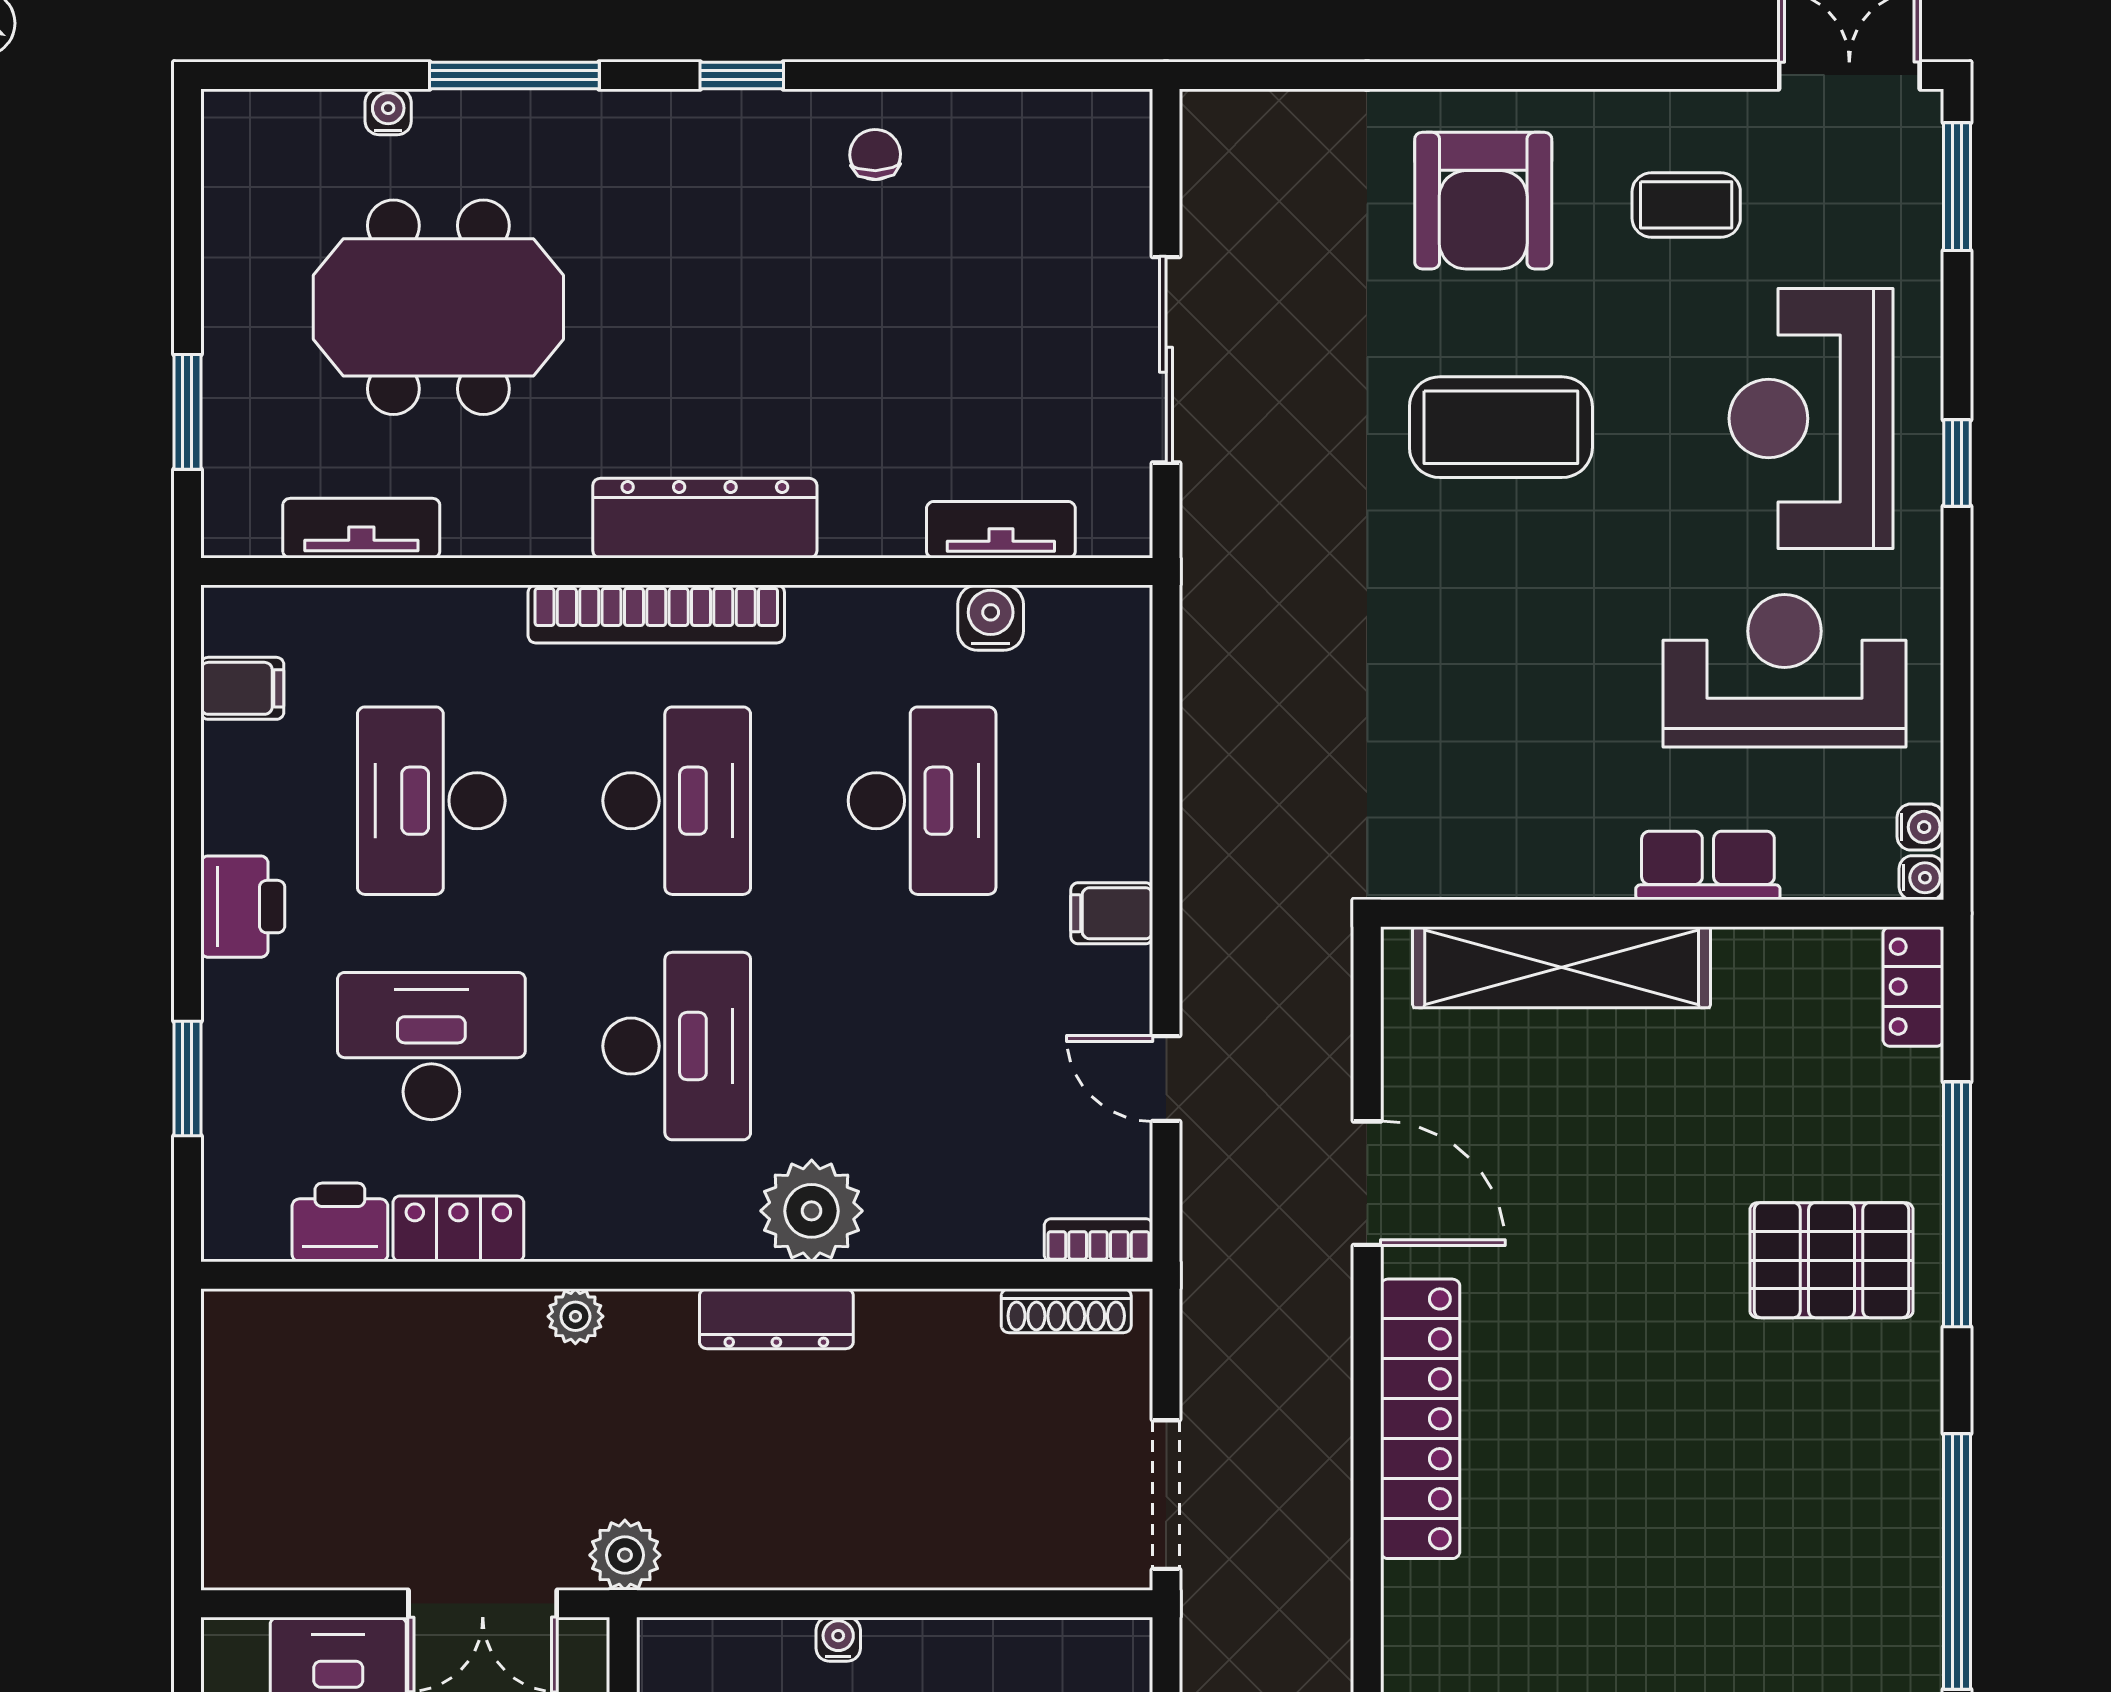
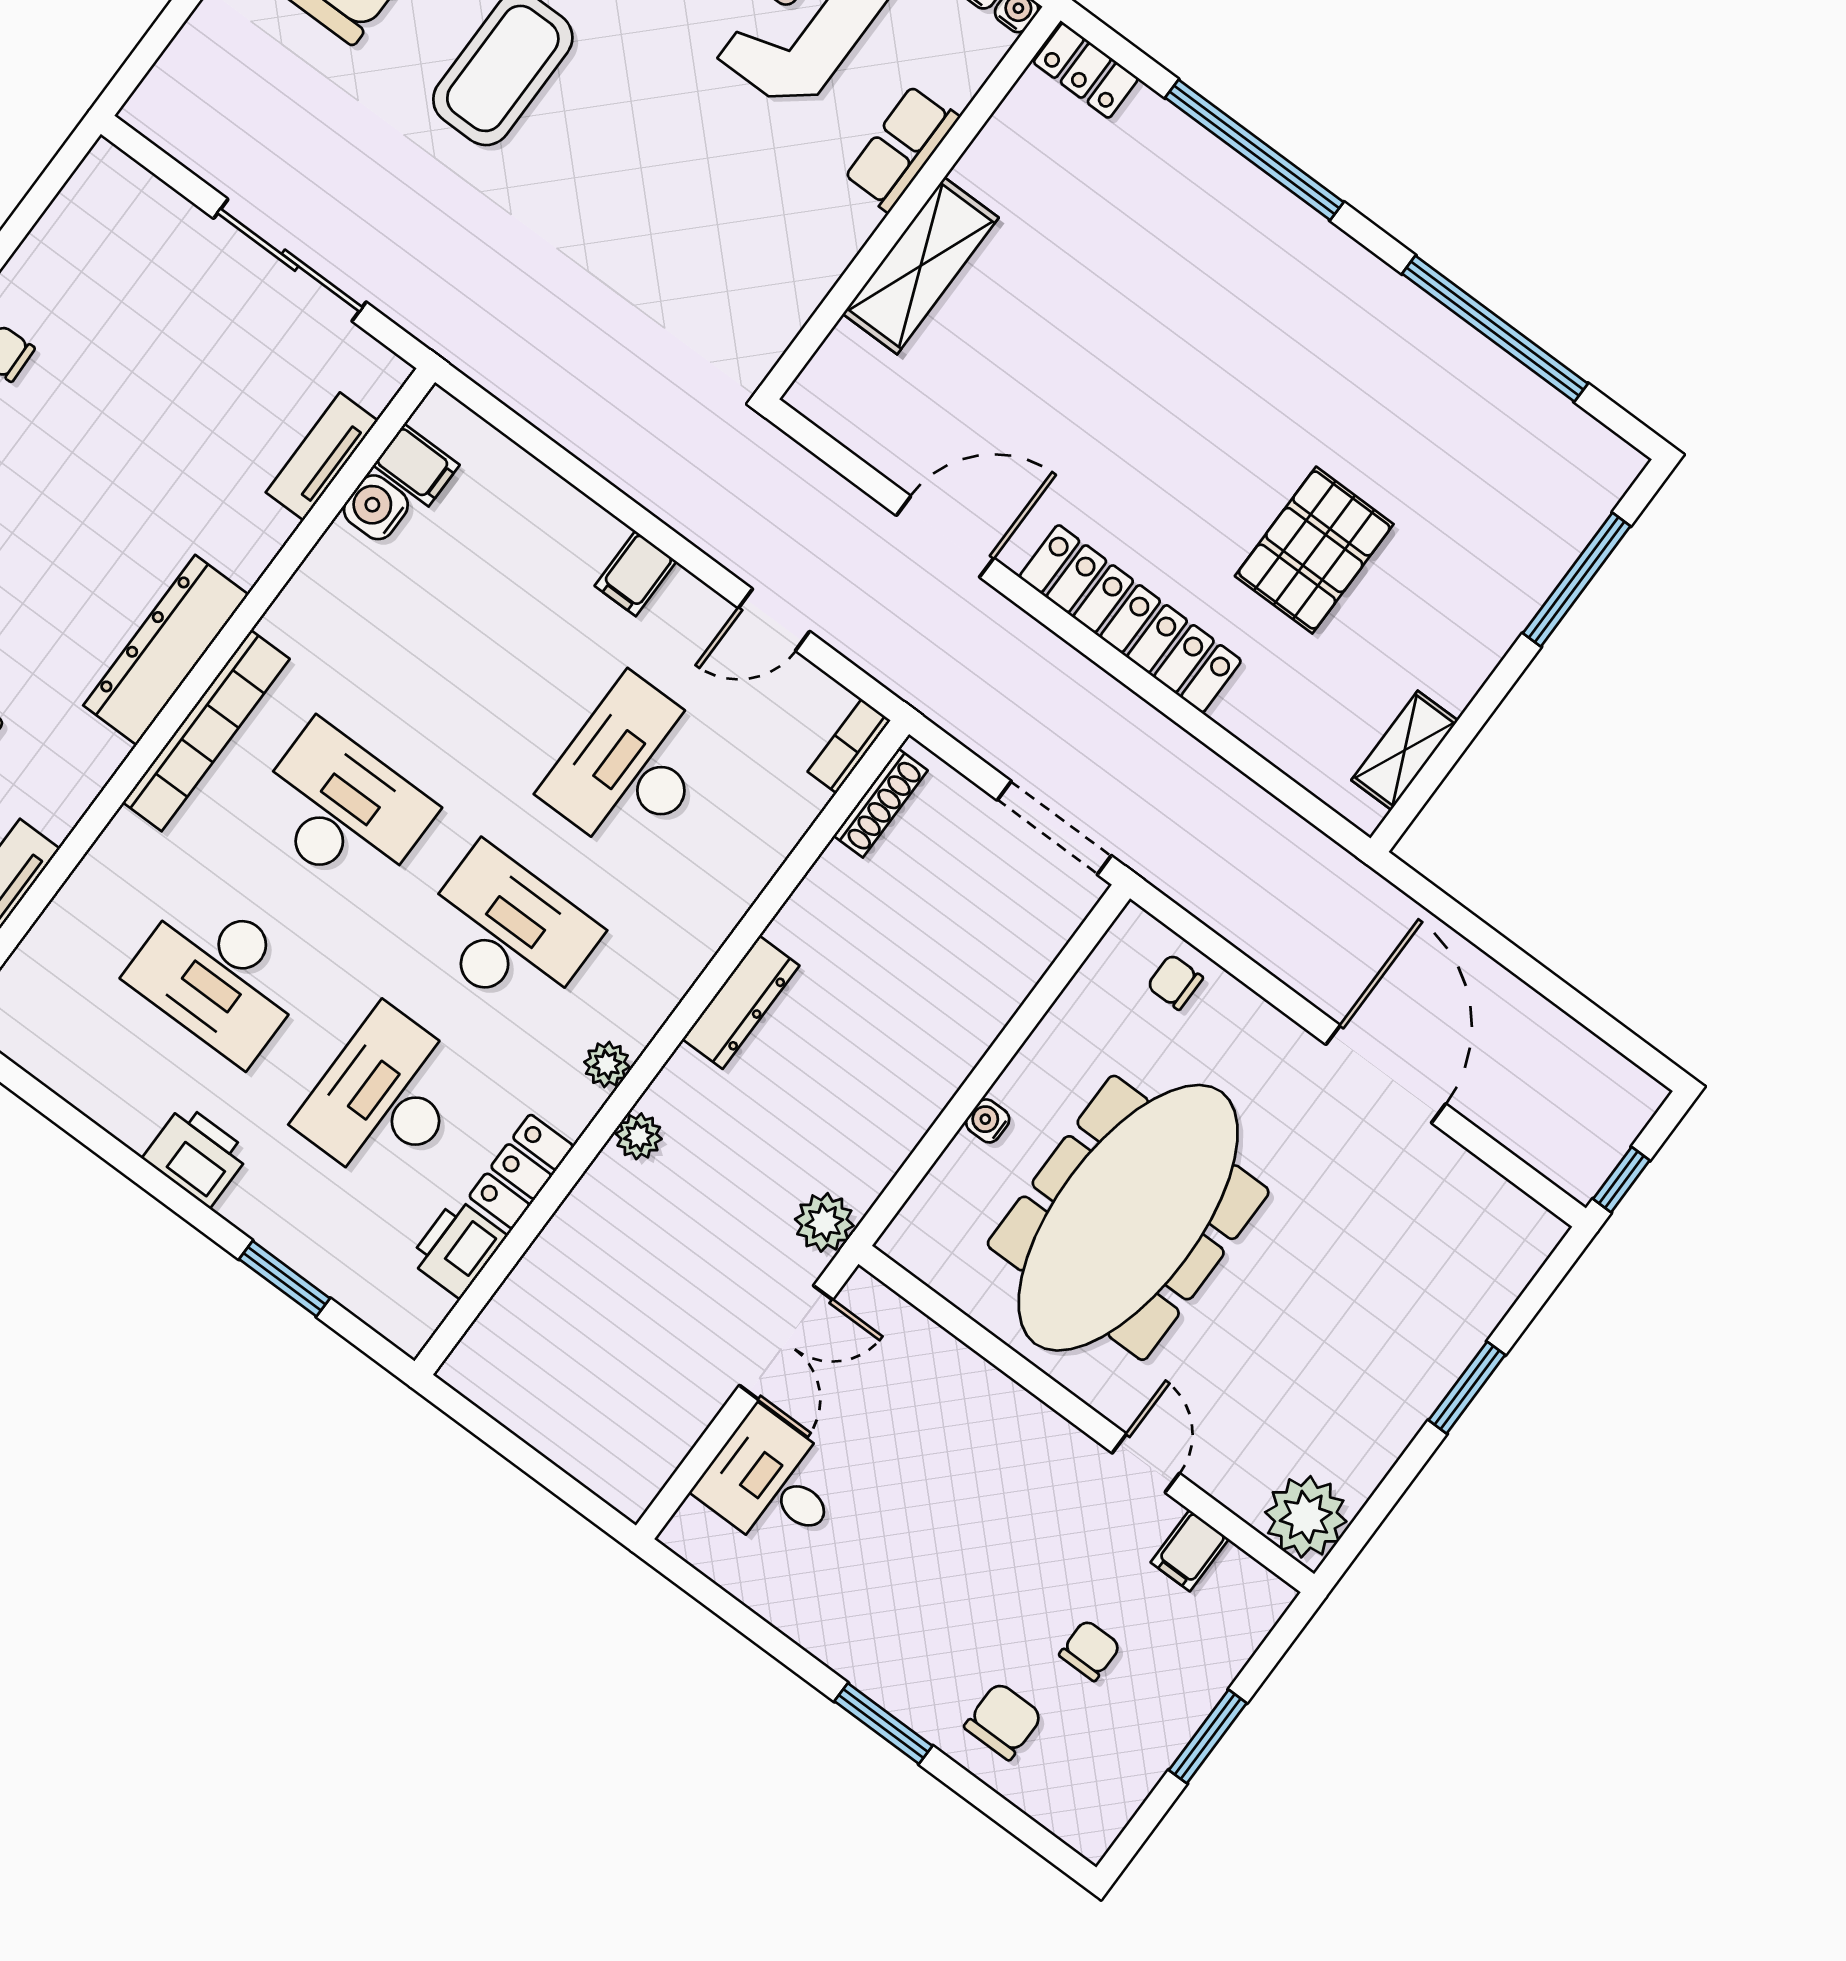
filing cabinet: (242, 688) -> (416, 465), moved, turned 90
desk: (922, 801) -> (630, 768), moved, turned -90
shelving: (1562, 967) -> (921, 266), width x0.68
plant: (812, 1211) -> (607, 1064), moved, width x0.53, depth x0.53
pallet: (1832, 1260) -> (1314, 550), moved

